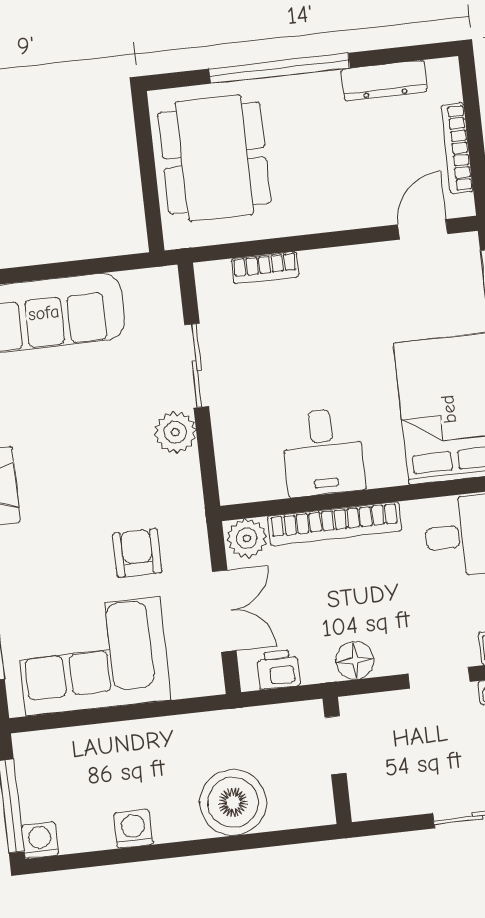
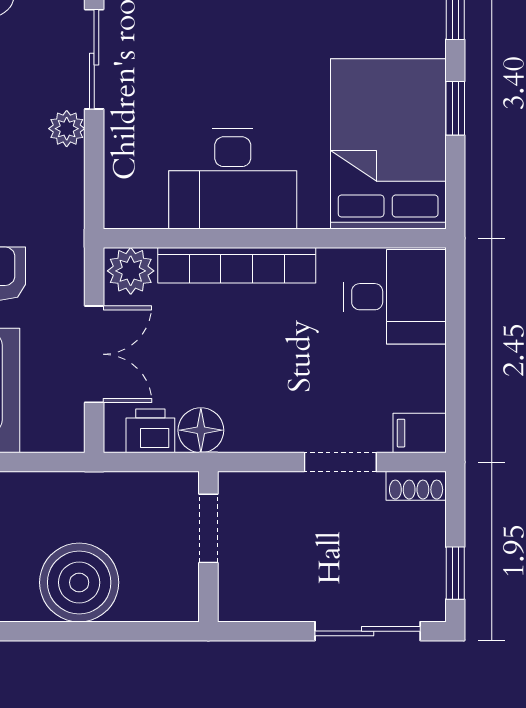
plant: (175, 432) -> (67, 129), width x0.73, depth x0.73
desk: (323, 452) -> (233, 179), width x1.37
floor lamp: (355, 660) -> (201, 430), moved

